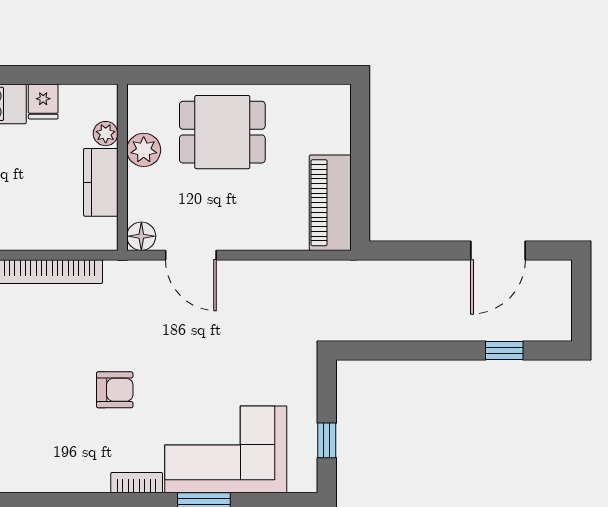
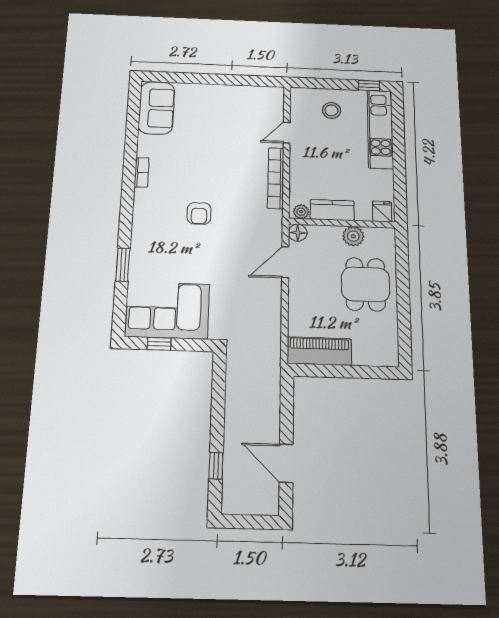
fridge: (43, 102) -> (382, 212), moved, turned 90
plant: (106, 134) -> (301, 212), moved
corner sofa: (226, 449) -> (168, 310), moved, turned -90
bookcase: (137, 483) -> (142, 172), moved

